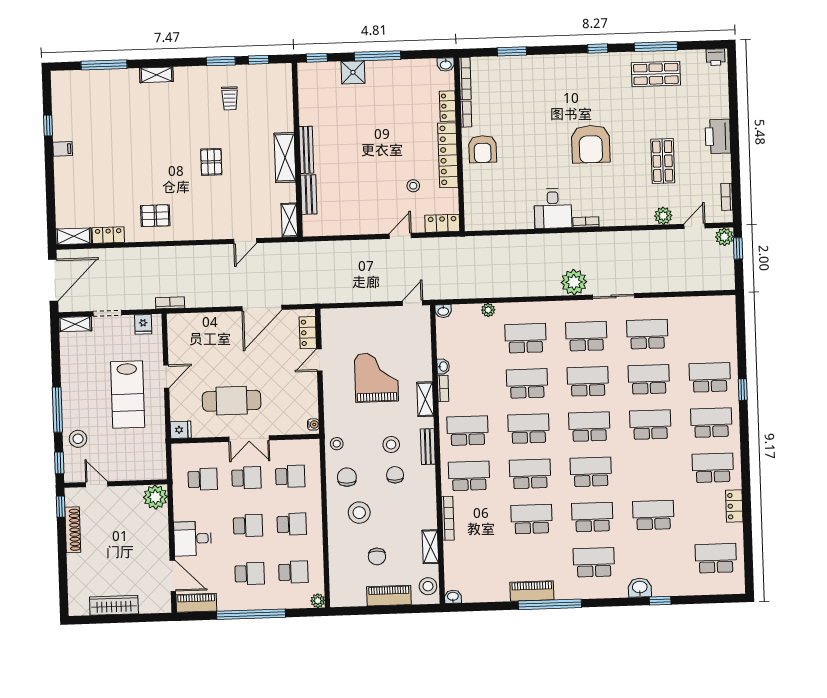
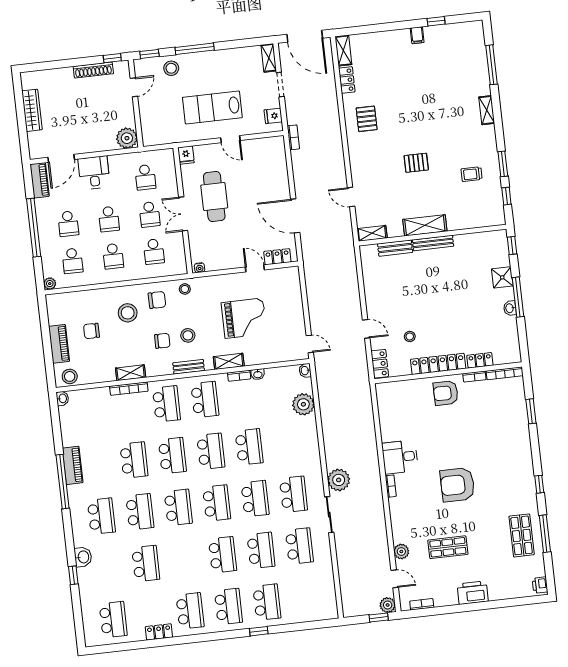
washbasin: (446, 65) -> (510, 308), moved
plant: (488, 310) -> (303, 404), width x1.87, depth x1.87
school desk: (525, 338) -> (288, 443), removed
shelving: (430, 547) -> (131, 373), moved

